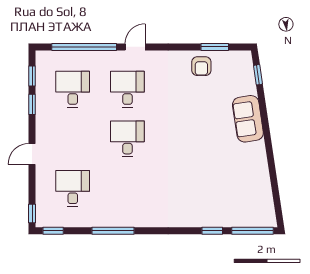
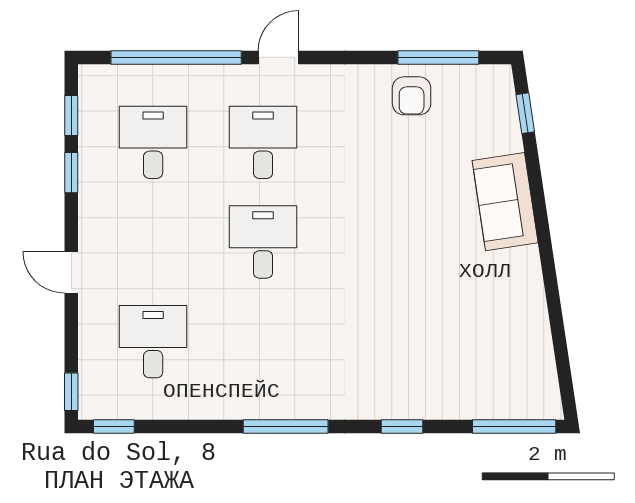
window: (215, 47) -> (438, 57), width x1.44
door: (32, 154) -> (71, 272), hinge flipped
window: (113, 231) -> (286, 427), moved
window: (212, 231) -> (402, 427), moved

